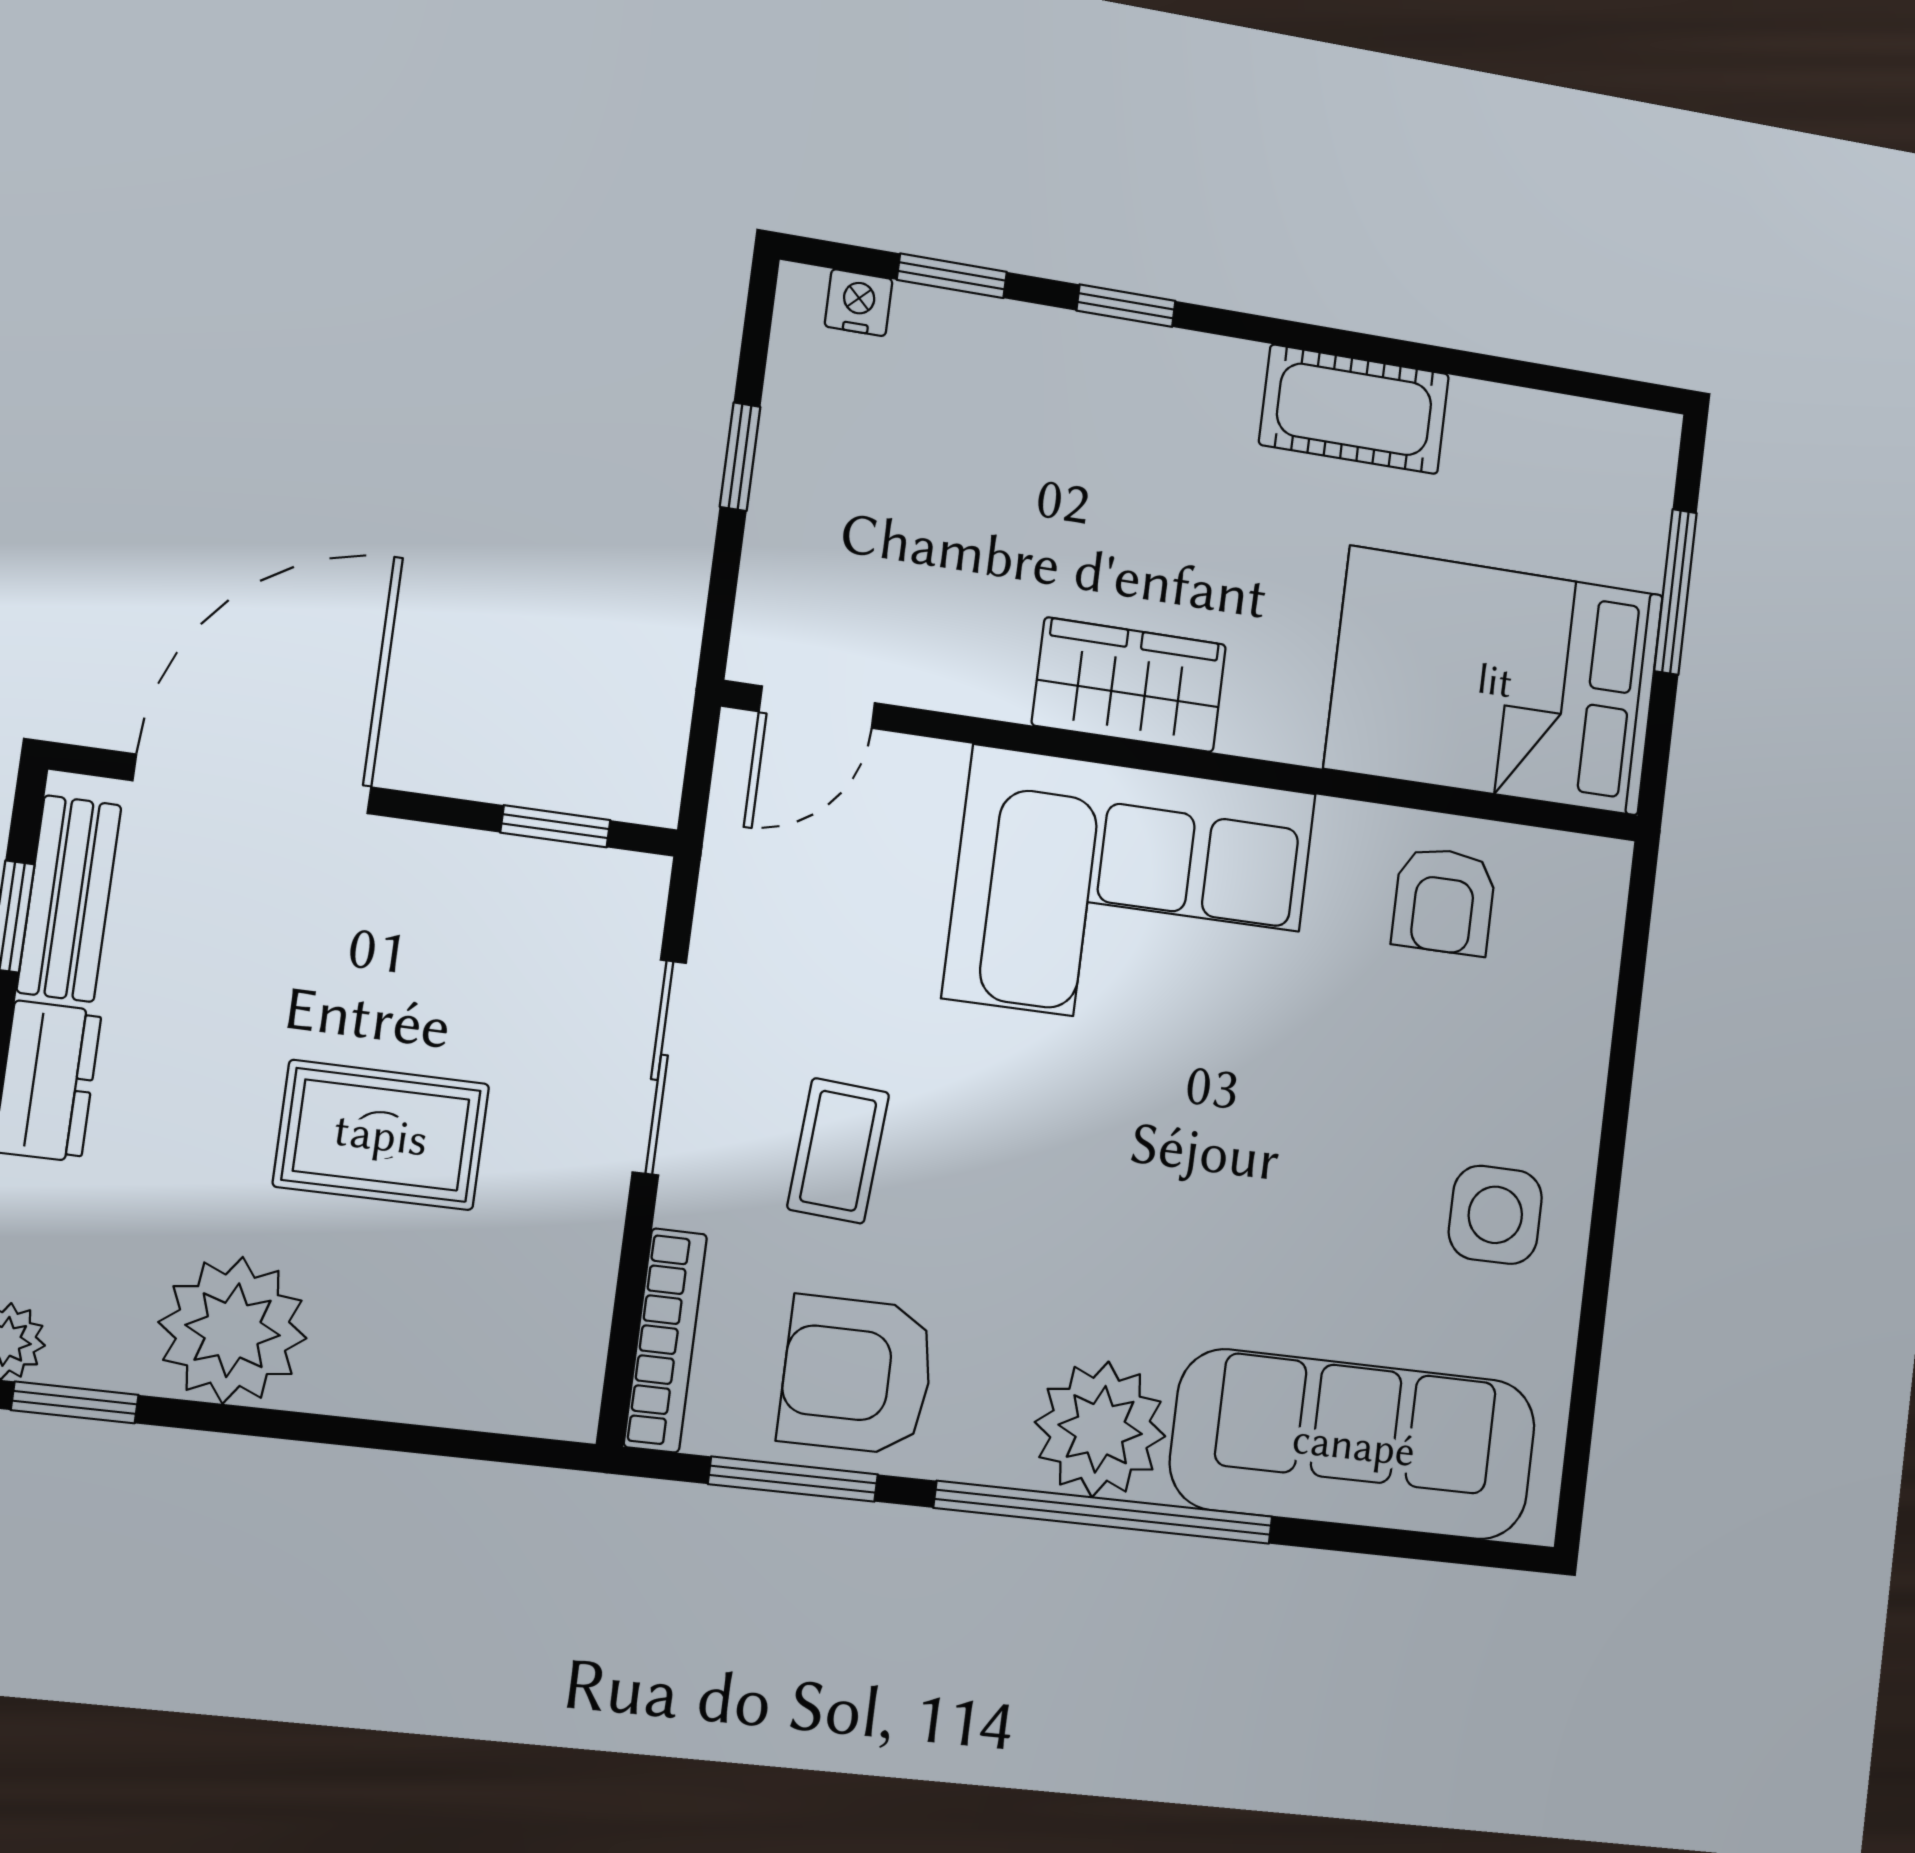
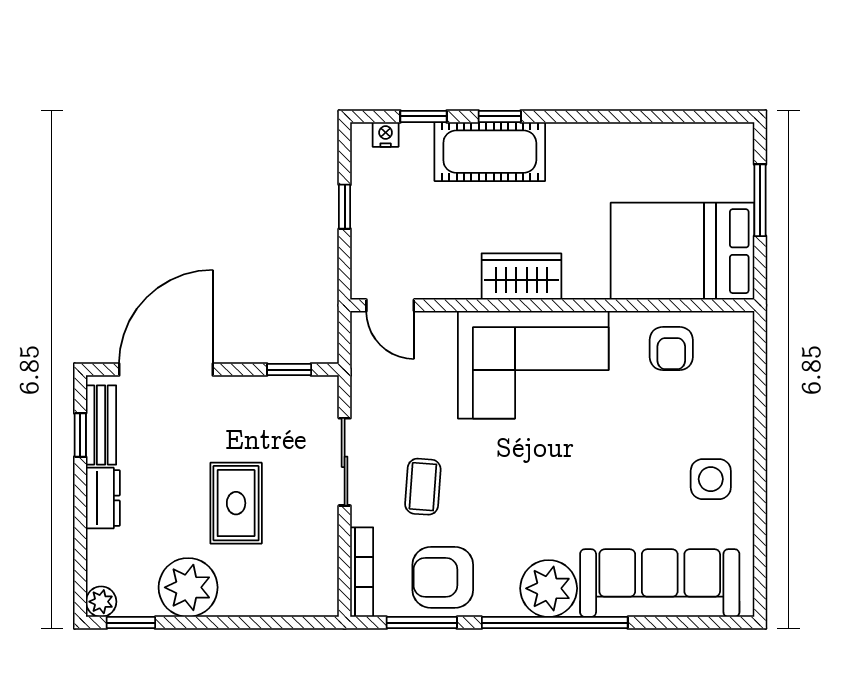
cot: (1354, 409) -> (490, 152), moved, width x1.37, depth x1.34
door: (817, 707) -> (390, 305), hinge flipped
rug: (381, 1135) -> (236, 503), turned 90

